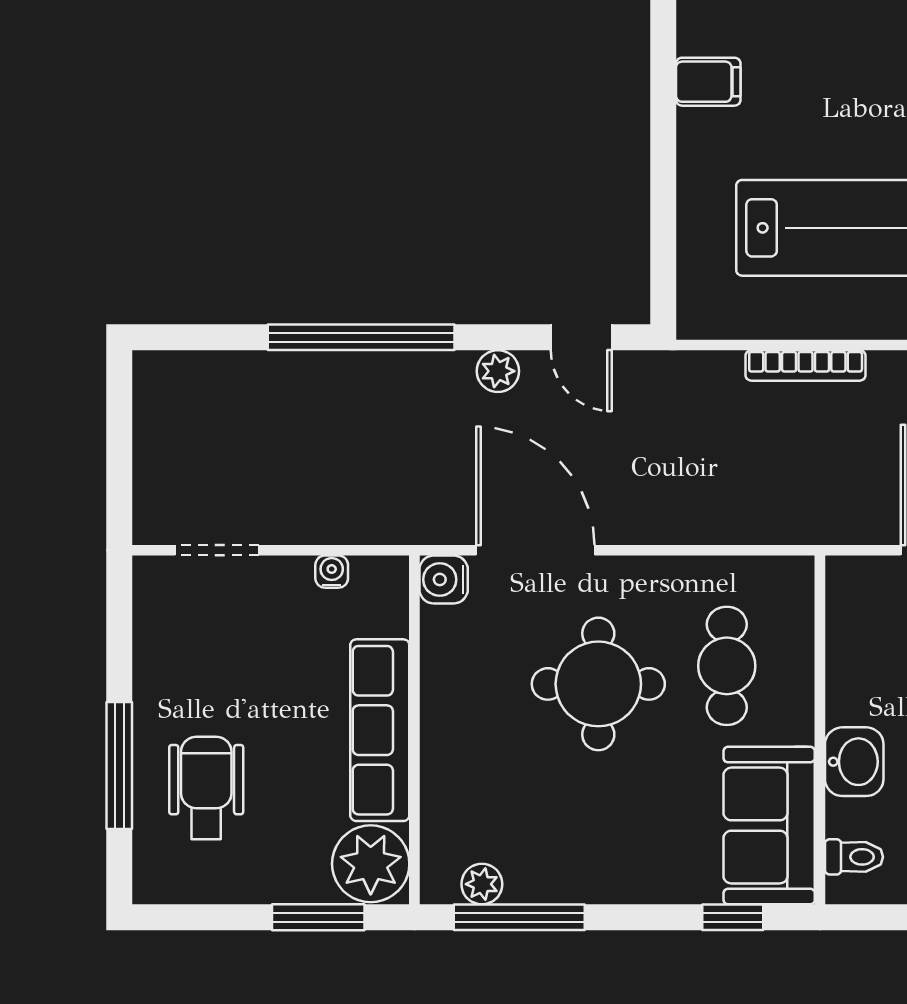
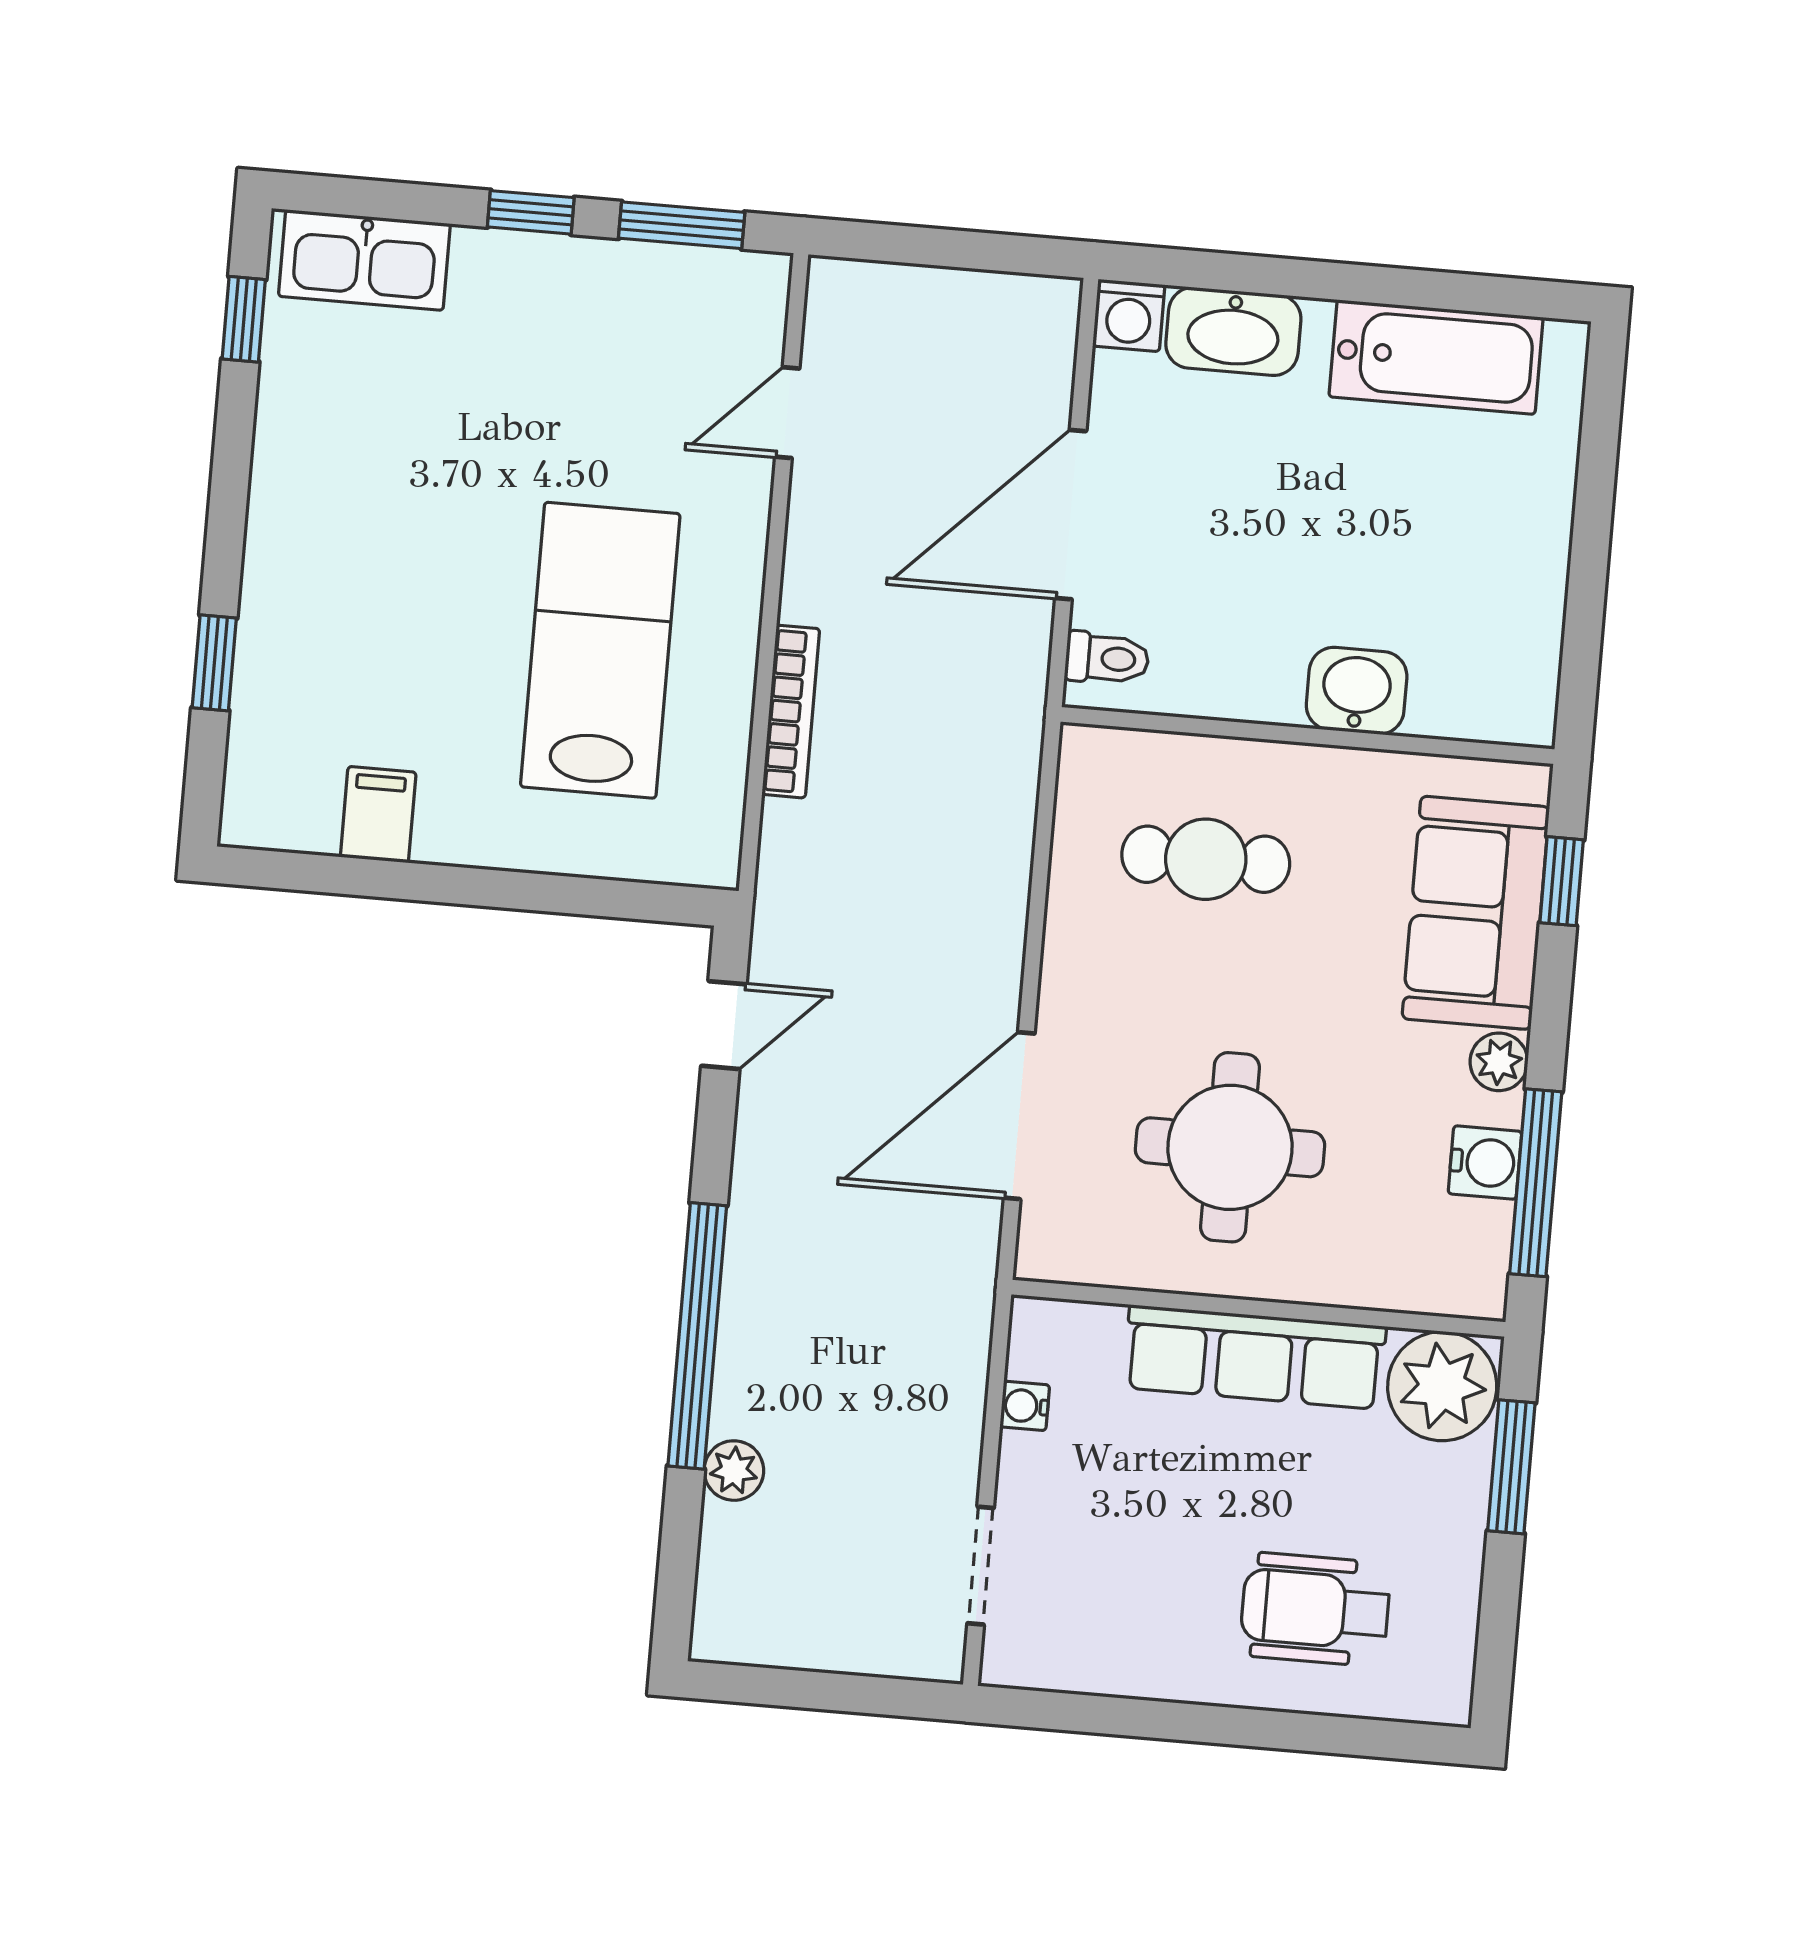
plant: (498, 371) -> (734, 1471), moved
water cooler: (444, 579) -> (1485, 1163), moved, turned -90
round table: (598, 684) -> (1230, 1147), moved
window: (119, 765) -> (1273, 1730), removed
sofa: (769, 826) -> (1476, 913), moved, turned 90
toilet: (854, 857) -> (1107, 658), moved, turned 90
plant: (482, 884) -> (1499, 1062), moved

